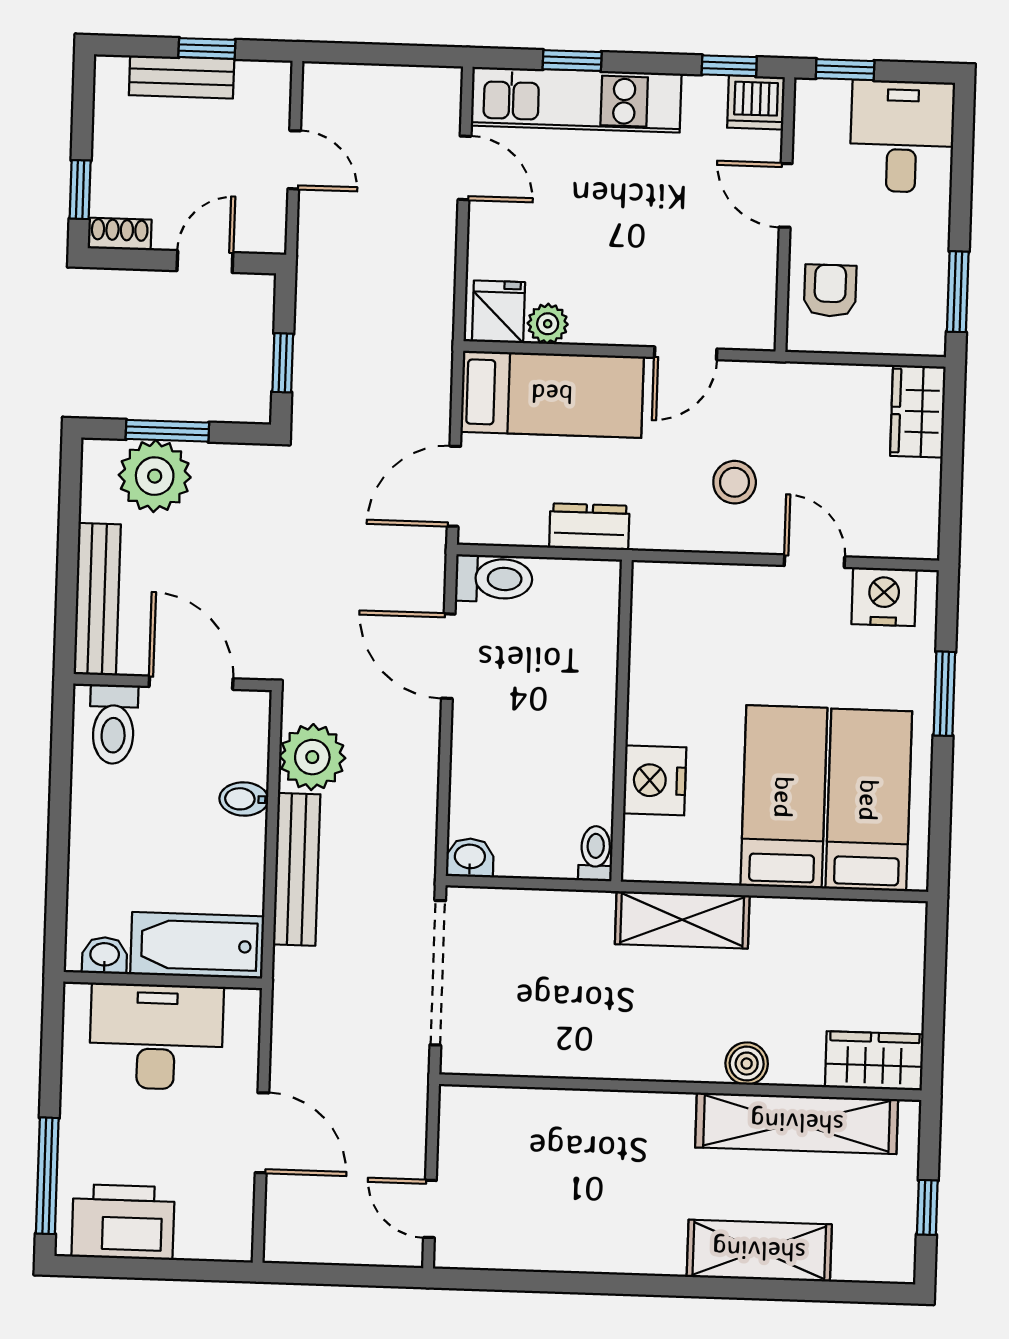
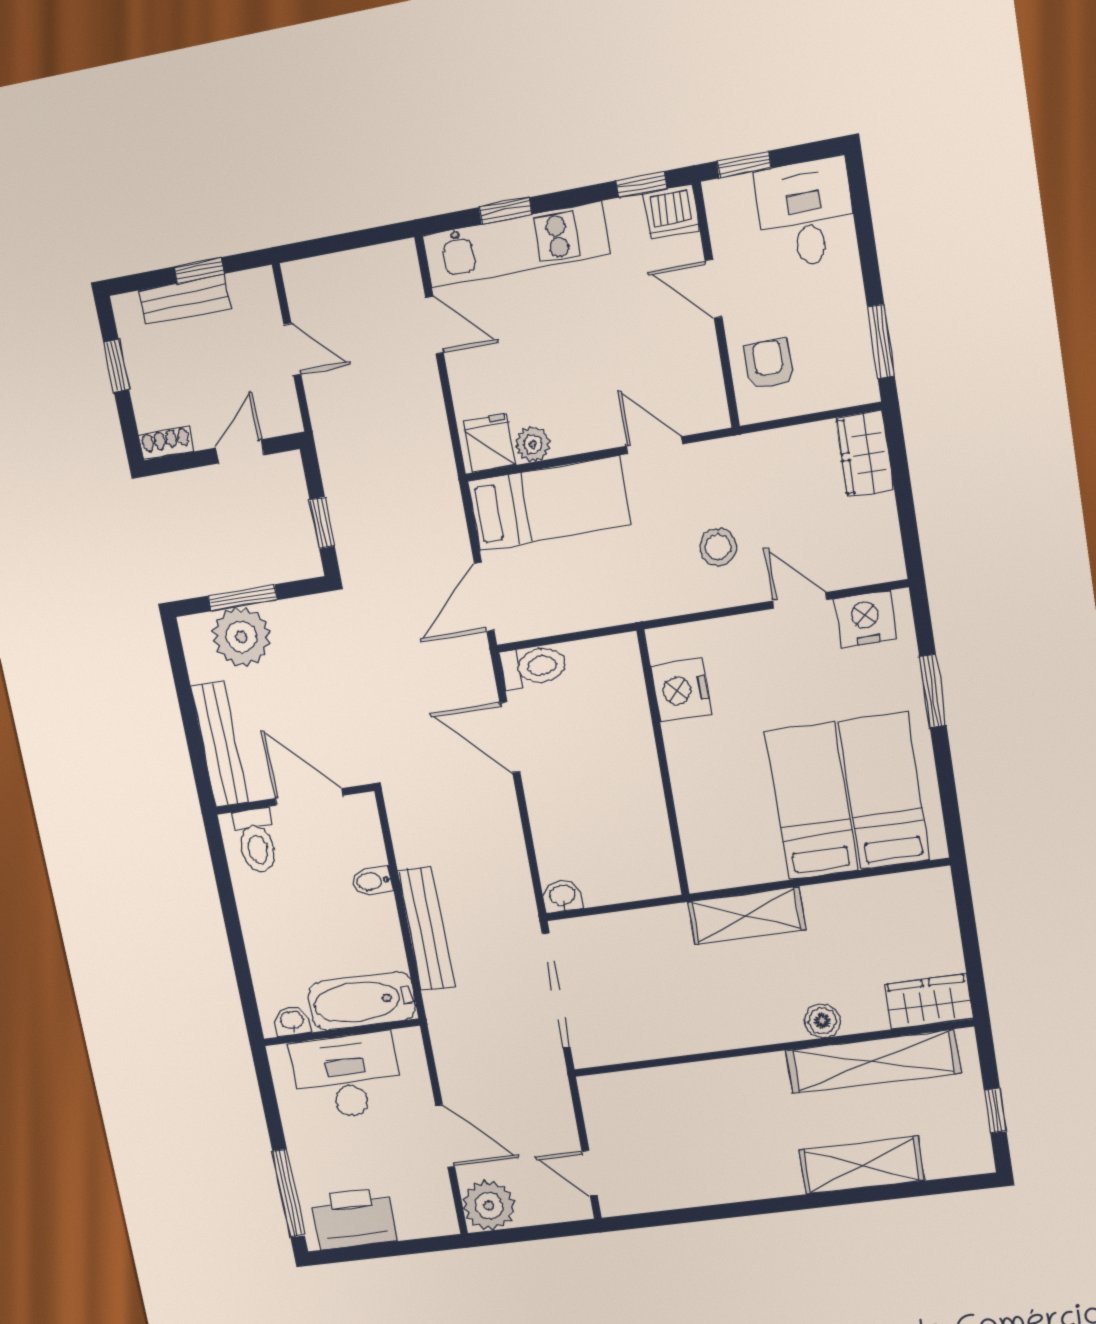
window: (80, 190) -> (116, 366), moved
door: (686, 353) -> (655, 445), swing flipped
dresser: (589, 527) -> (603, 609), removed
plant: (312, 757) -> (489, 1205), moved
nightstand: (655, 780) -> (681, 690), moved
toilet: (595, 854) -> (664, 875), removed

